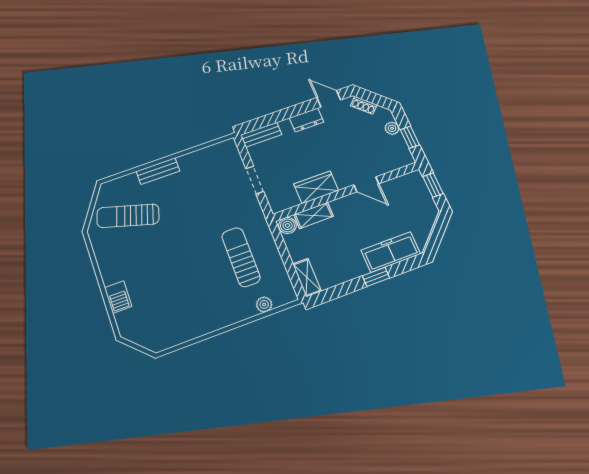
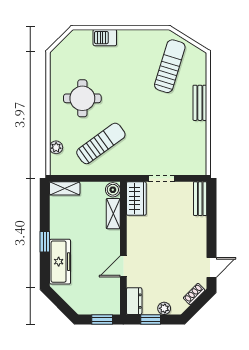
dresser: (307, 120) -> (134, 301), moved, turned 180
wardrobe: (316, 187) -> (136, 198), moved
sun lounger: (241, 257) -> (101, 143), turned -36
round table: (197, 296) -> (82, 98), added

